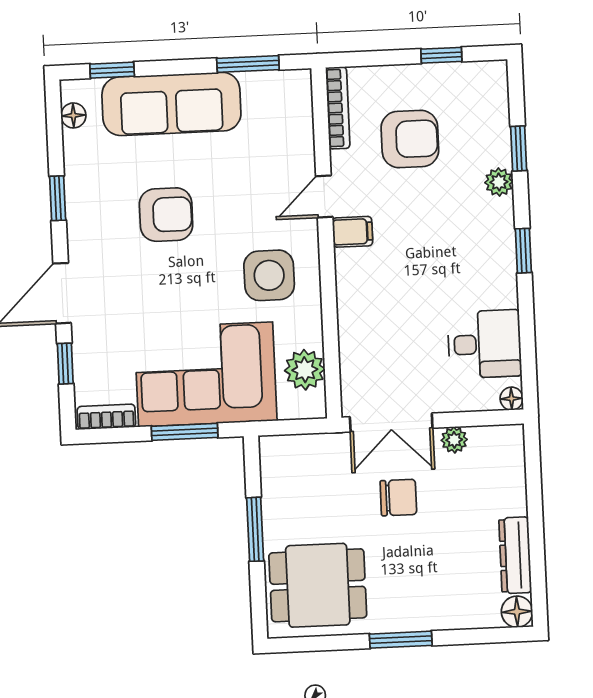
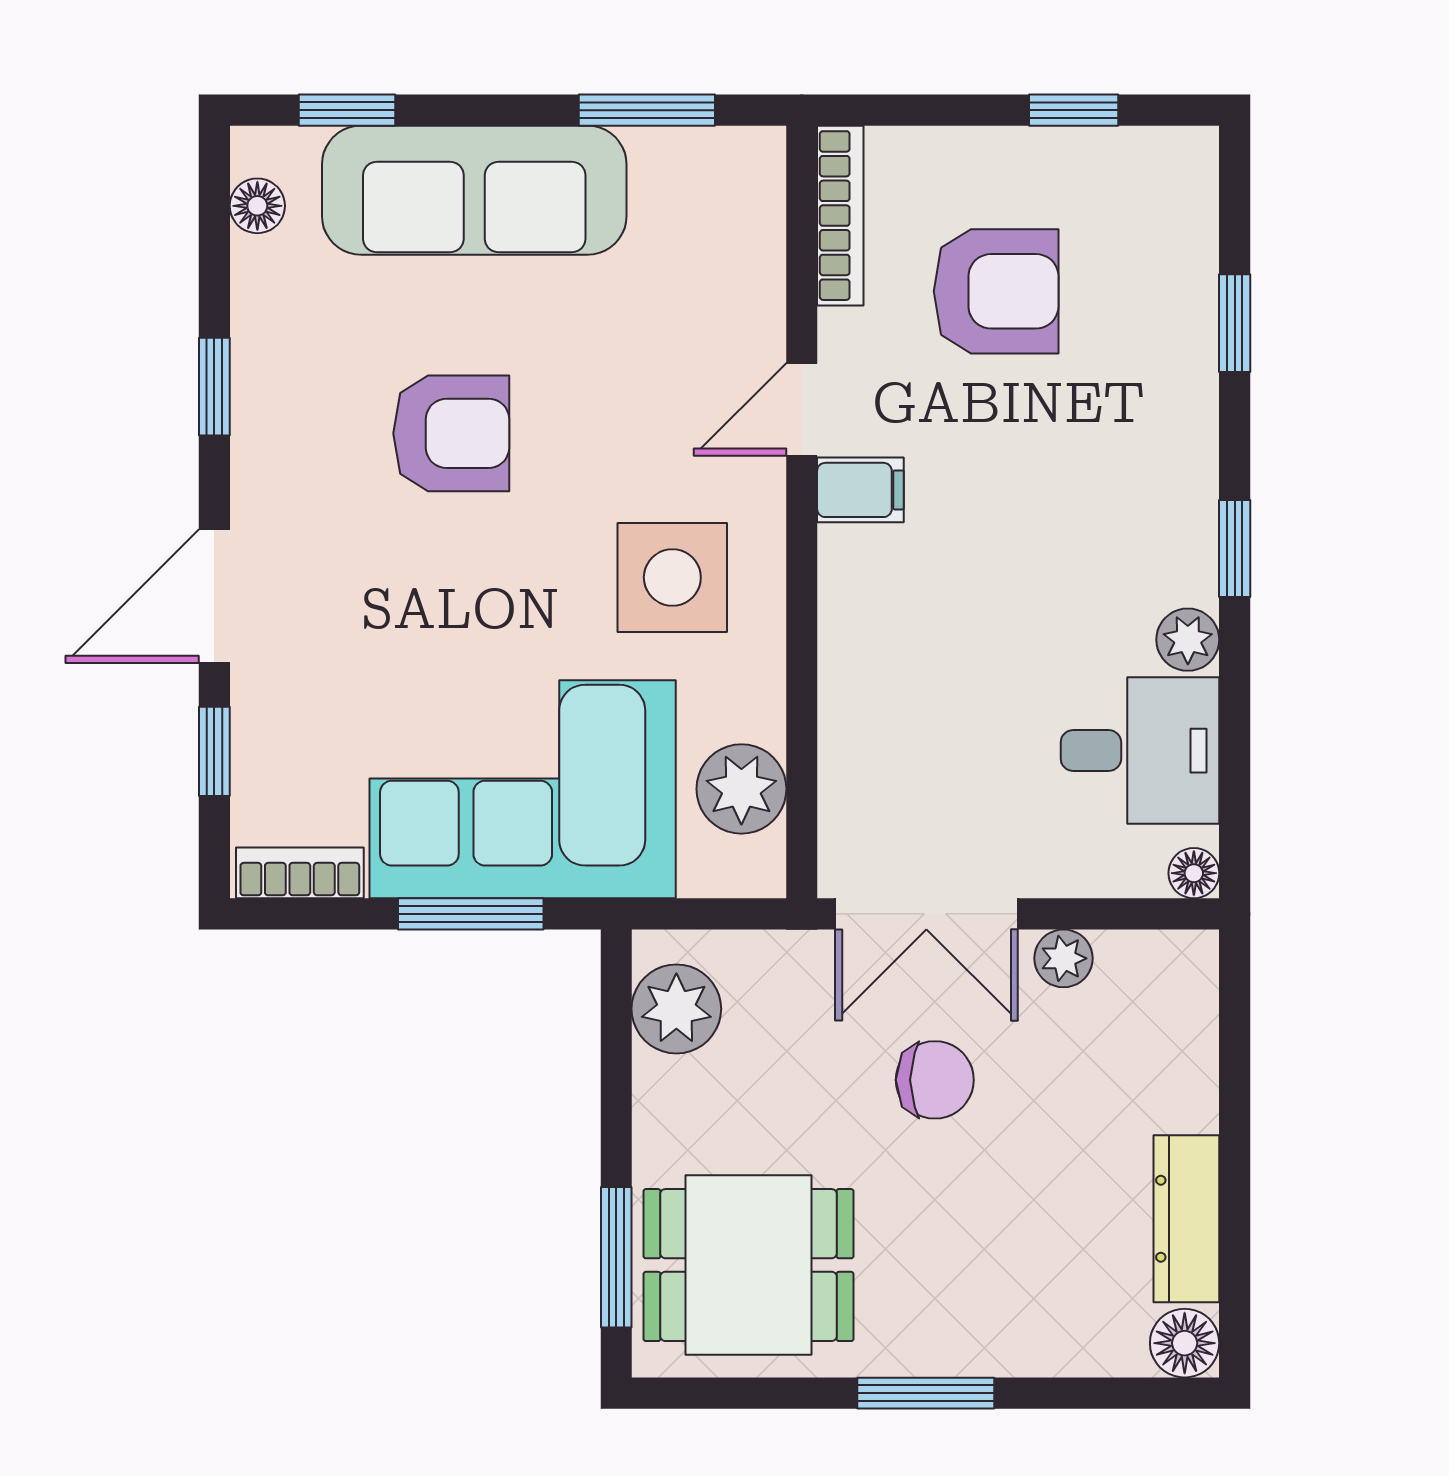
plant: (499, 182) -> (1188, 640), moved
plant: (280, 471) -> (676, 1009), added
window: (255, 529) -> (616, 1257), moved

